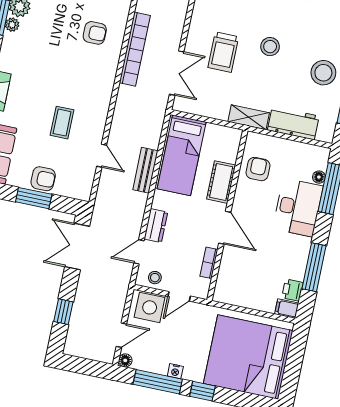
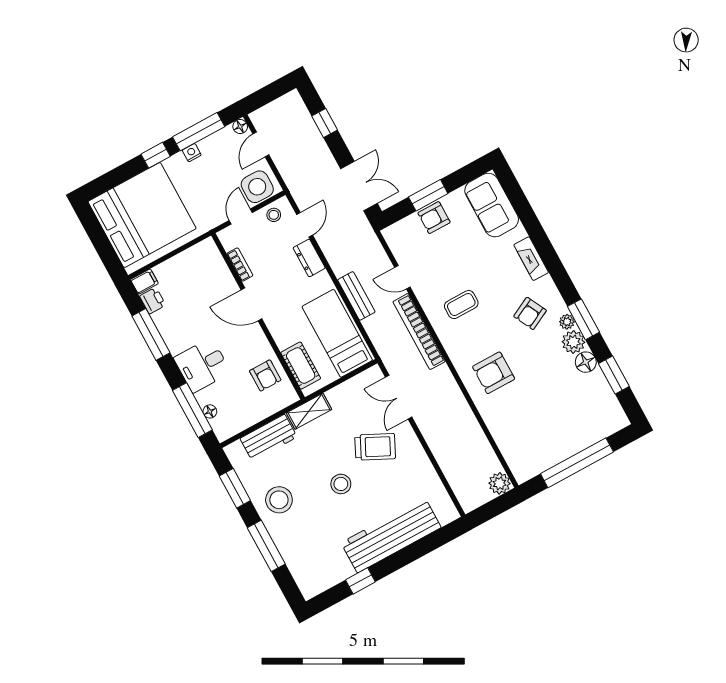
armchair: (95, 33) -> (494, 373), width x1.38, depth x1.38
bookcase: (135, 49) -> (419, 332), moved
trolley: (223, 52) -> (375, 447), turned 116
armchair: (33, 53) -> (530, 313), added
coffee table: (62, 123) -> (461, 305), moved, turned 90
cot: (221, 182) -> (301, 366), moved
desk: (298, 207) -> (202, 365), width x0.73

